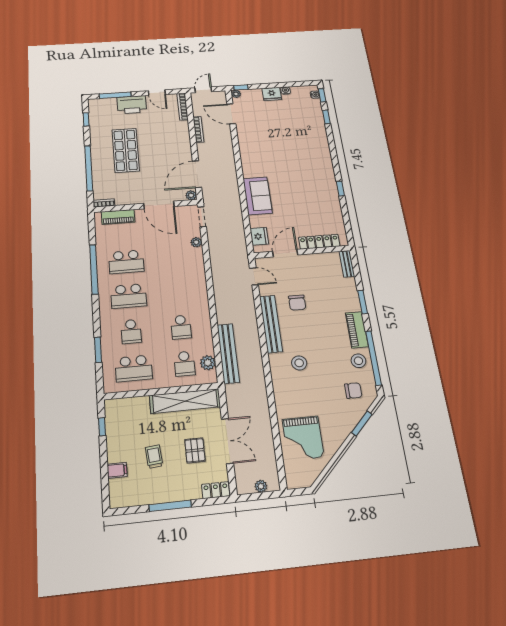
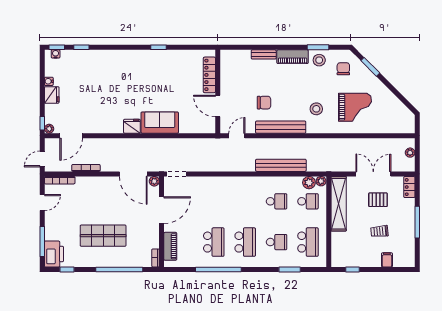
door: (203, 90) -> (42, 159), hinge flipped
printer: (132, 105) -> (54, 254), moved
fridge: (259, 236) -> (132, 126), moved
plant: (196, 242) -> (321, 181), moved
bench: (347, 264) -> (264, 54), moved
window: (363, 302) -> (269, 47), removed
bench: (228, 353) -> (281, 165), moved
window: (374, 358) -> (318, 47), width x0.47
grand piano: (303, 438) -> (355, 107), moved

